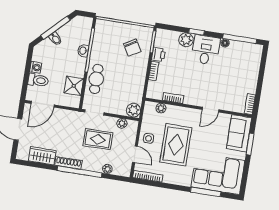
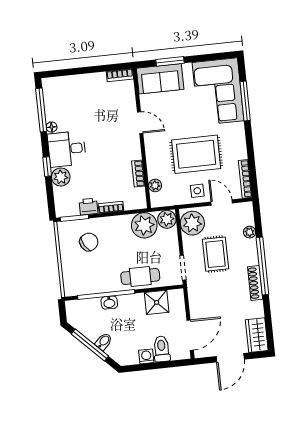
plant: (133, 92) -> (144, 225), added
door: (43, 104) -> (190, 335), hinge flipped
plant: (122, 123) -> (192, 223), width x1.88, depth x1.88
door: (135, 154) -> (222, 202), hinge flipped
wardrobe: (42, 156) -> (257, 335), moved

